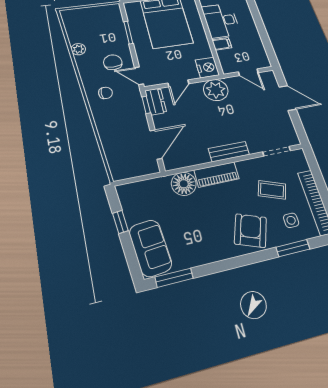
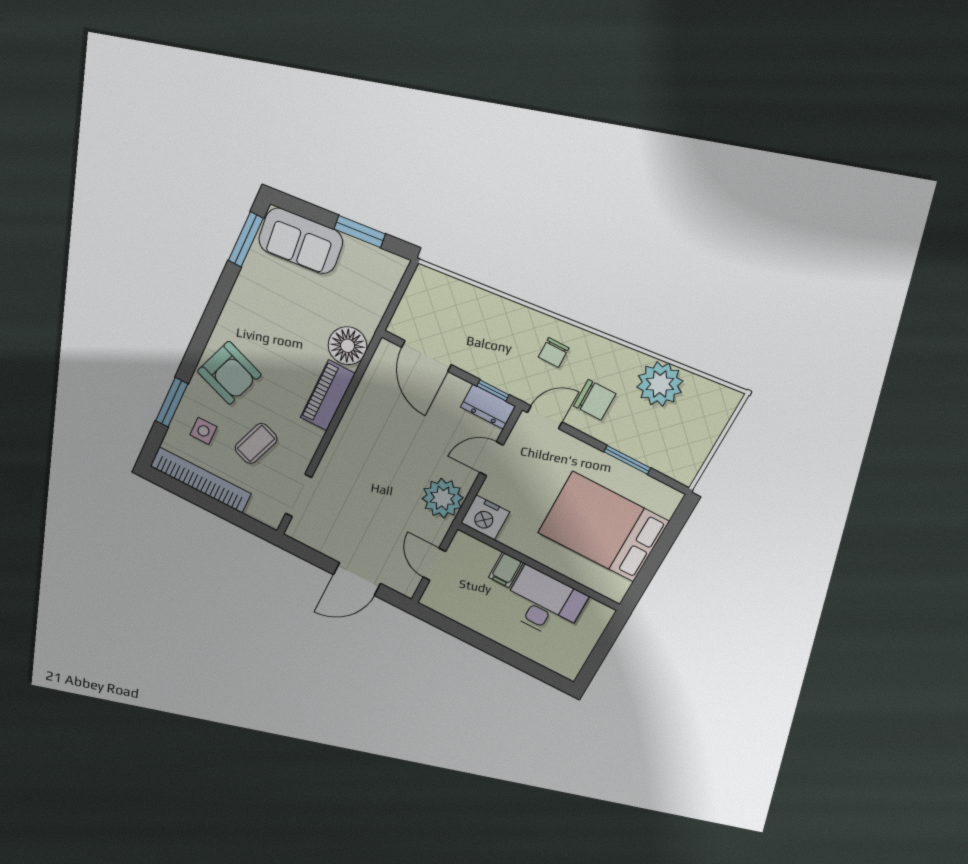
plant: (78, 49) -> (660, 384), width x1.88, depth x1.88
door: (248, 72) -> (434, 564), hinge flipped
door: (178, 83) -> (491, 459), hinge flipped
bench: (229, 152) -> (345, 437), removed
window: (120, 222) -> (360, 231), width x1.50

